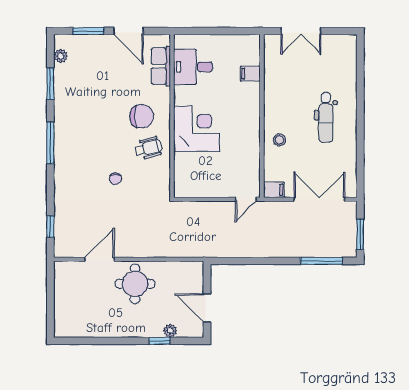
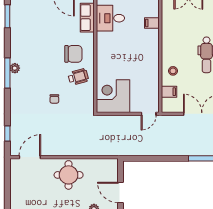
plant: (61, 56) -> (15, 68), moved
window: (50, 84) -> (7, 16), moved
corner desk: (196, 129) -> (113, 96), moved, turned -90
filing cabinet: (274, 190) -> (169, 92), moved
door: (99, 259) -> (30, 157), moved

